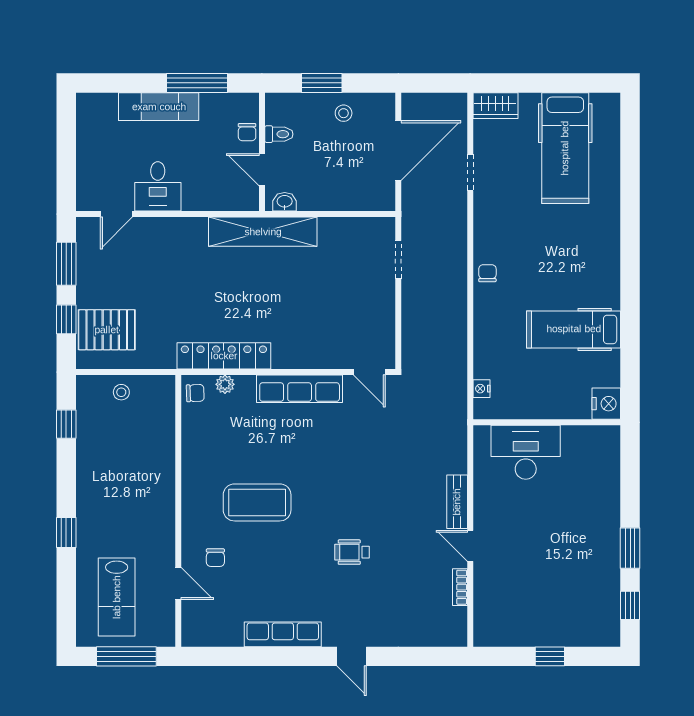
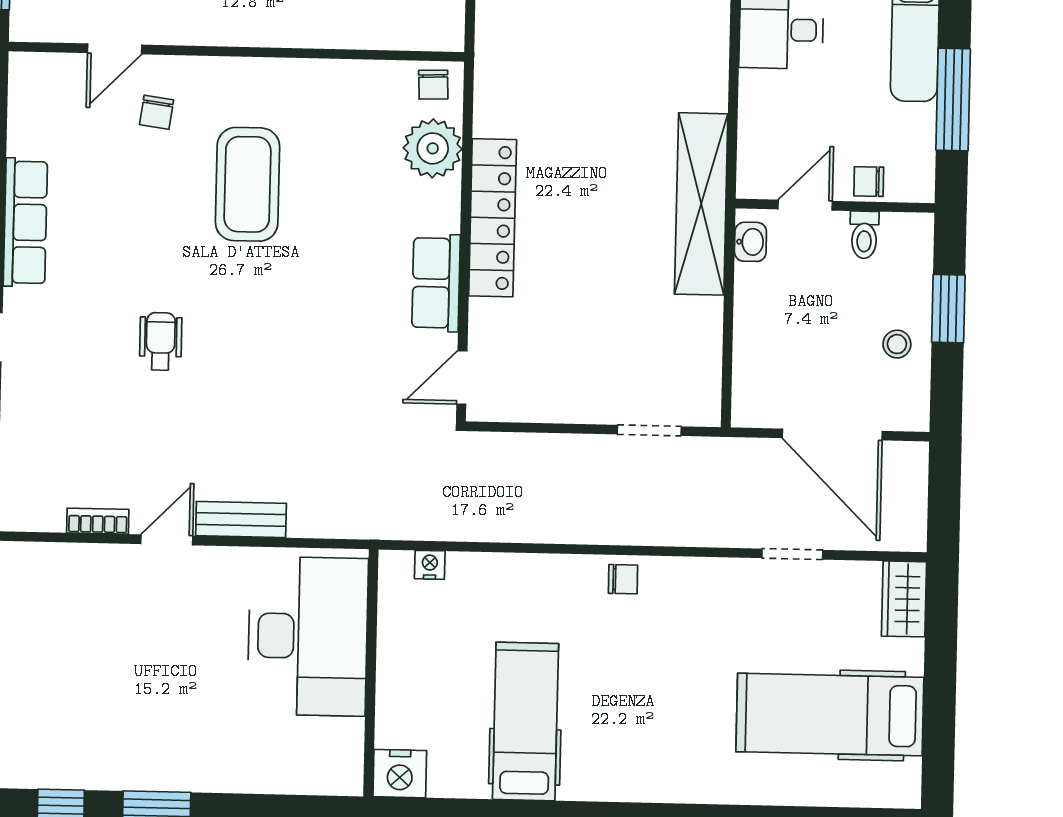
locker: (224, 356) -> (493, 218), moved
plant: (225, 384) -> (433, 148), width x1.87, depth x1.87
row of seats: (300, 389) -> (436, 283), width x0.68
desk: (526, 452) -> (308, 636), width x1.36, depth x1.30
chair: (215, 558) -> (157, 112), turned -82

